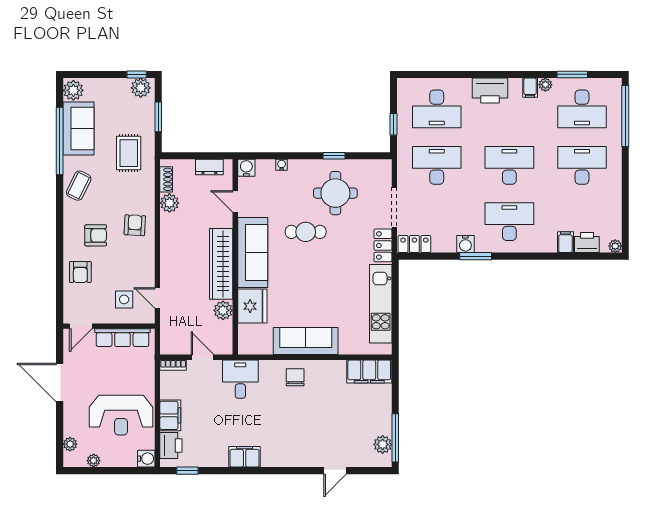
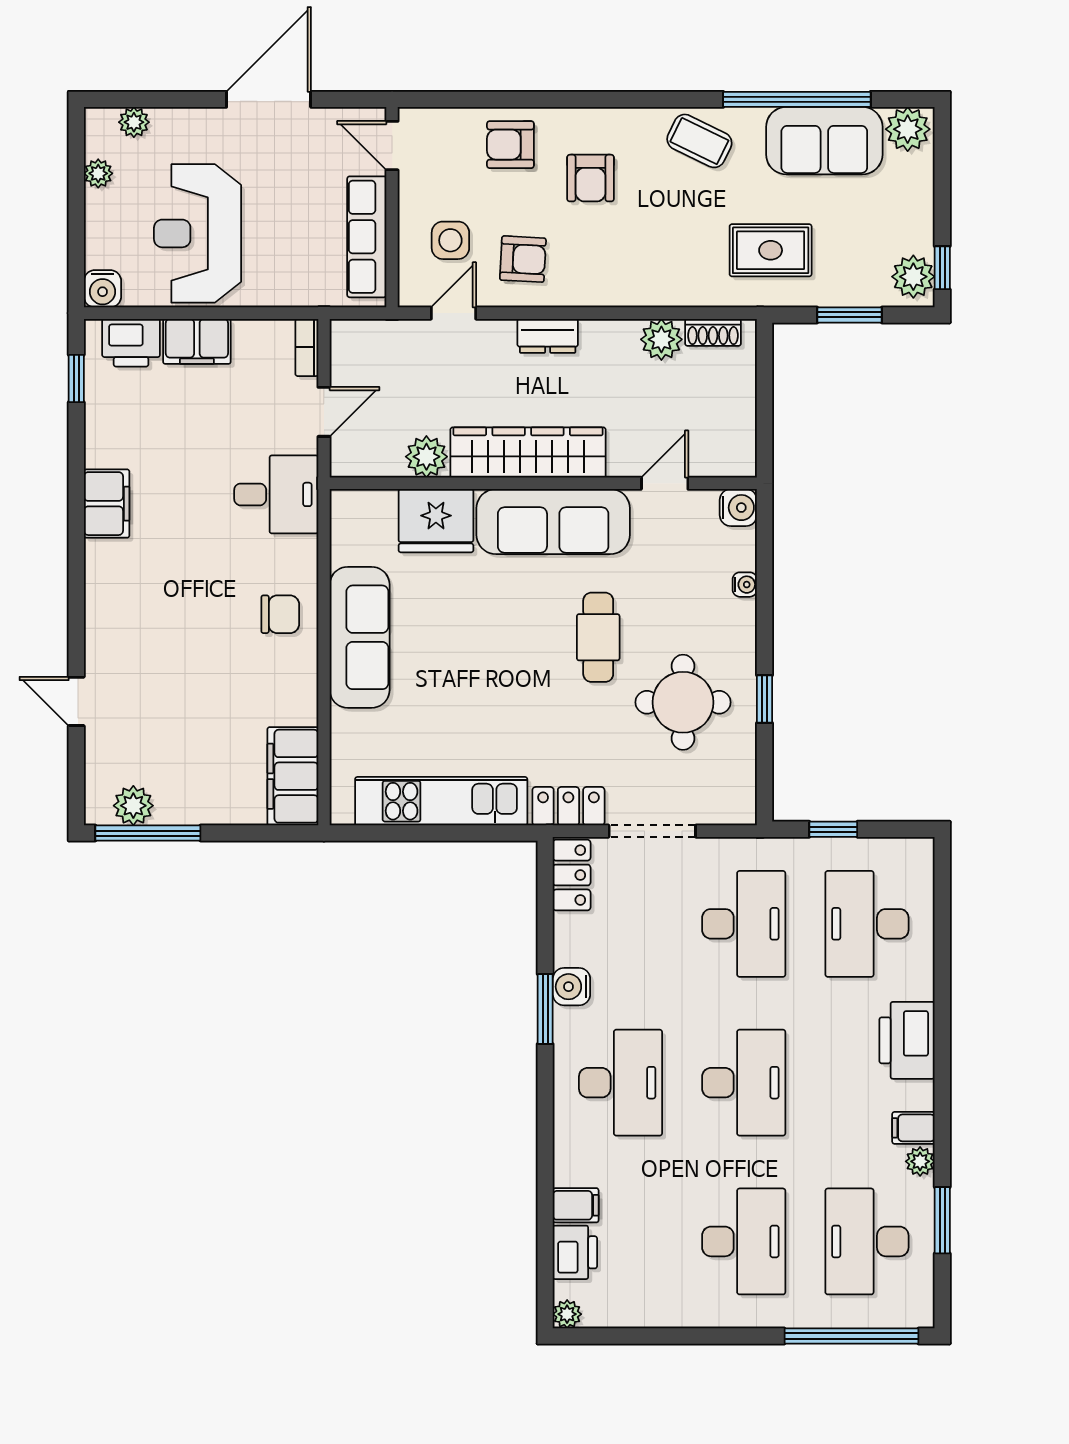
dresser: (209, 167) -> (548, 336), moved, turned -90
armchair: (135, 225) -> (523, 259), moved

